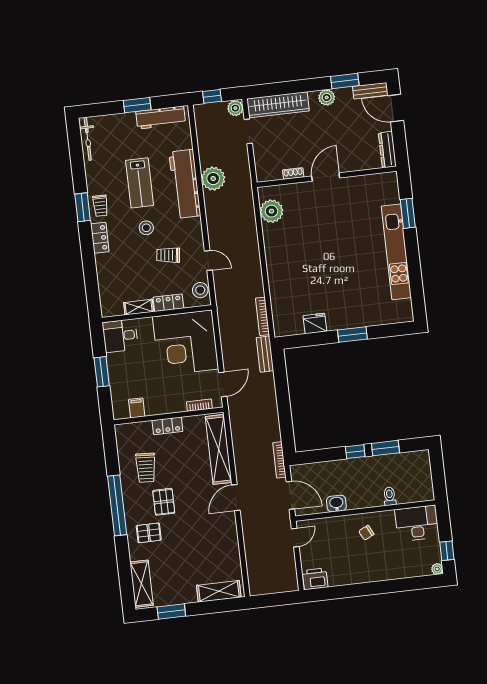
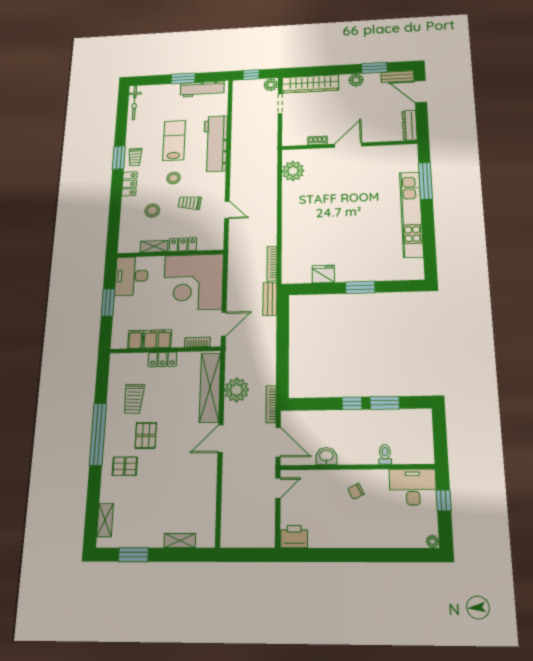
plant: (213, 179) -> (237, 390), moved
lab bench: (140, 183) -> (174, 140), turned 180
window: (408, 213) -> (425, 181), width x1.44
stool: (200, 290) -> (152, 211), moved
desk: (120, 336) -> (132, 276), width x1.37
filing cabinet: (159, 406) -> (157, 339), added
window: (447, 551) -> (444, 500), moved
shelving: (141, 584) -> (105, 520), width x0.67, depth x0.75
shelving: (219, 591) -> (180, 541), width x0.67, depth x0.75

